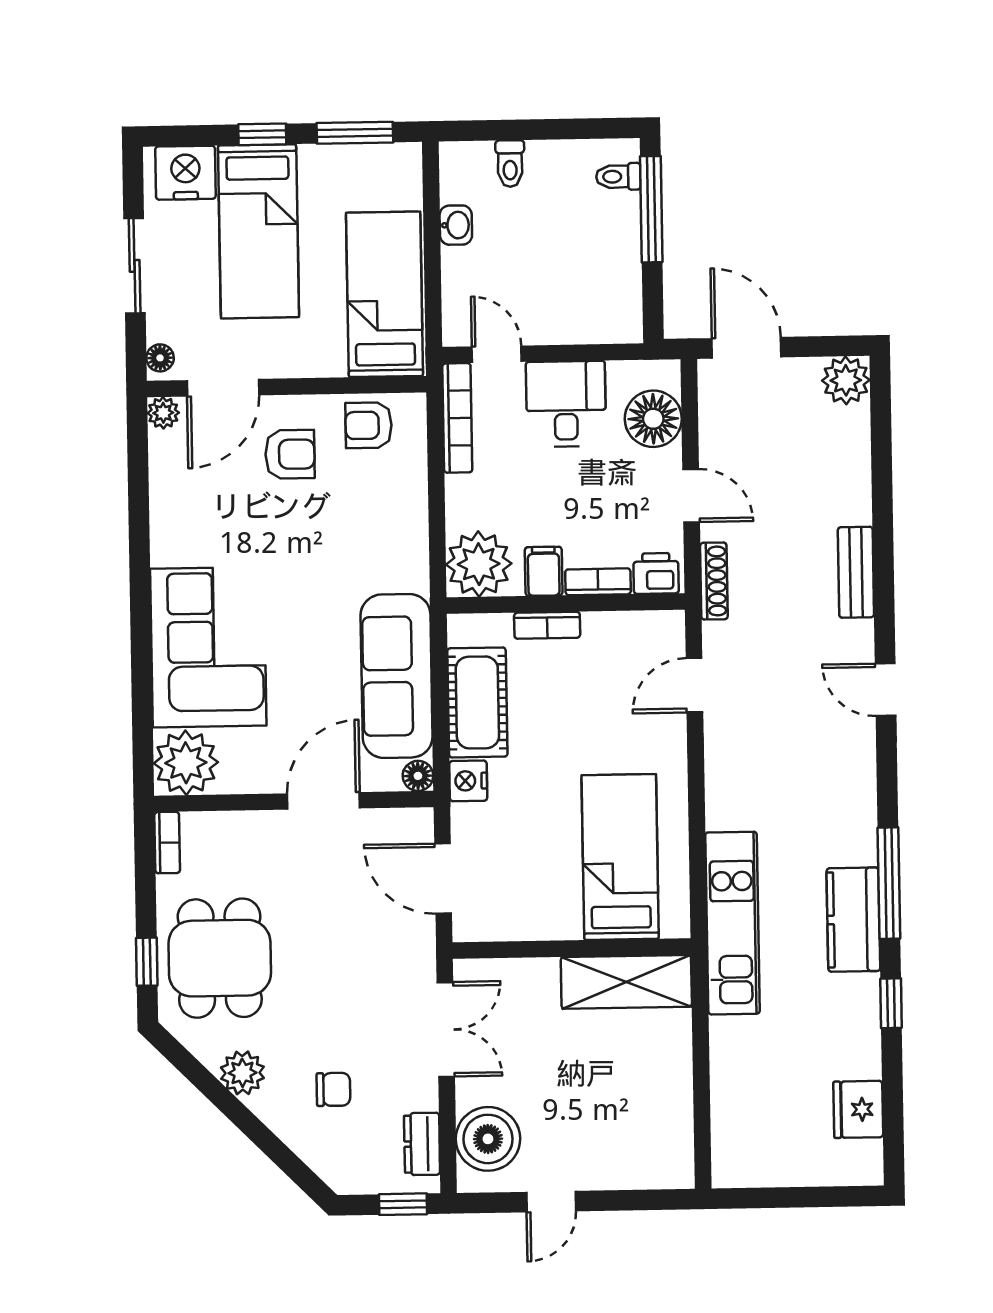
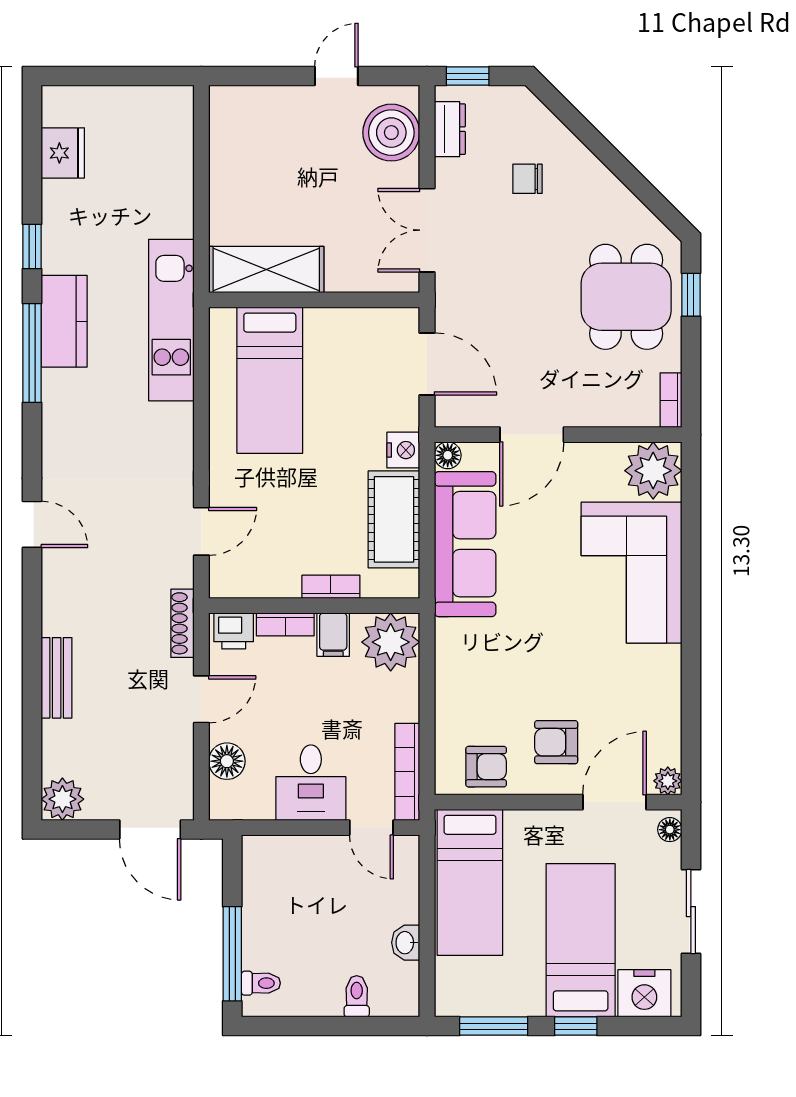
floor lamp: (653, 419) -> (227, 761), width x0.73, depth x0.73
door: (691, 496) -> (201, 699), swing flipped
bench: (856, 572) -> (57, 678), moved
plant: (242, 1073) -> (608, 195), removed

